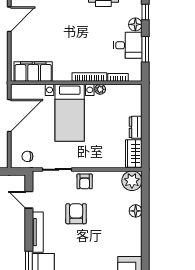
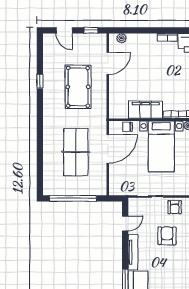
filing cabinet: (33, 72) -> (146, 110), moved
chair: (27, 156) -> (128, 127), moved
door: (29, 200) -> (125, 223), swing flipped

